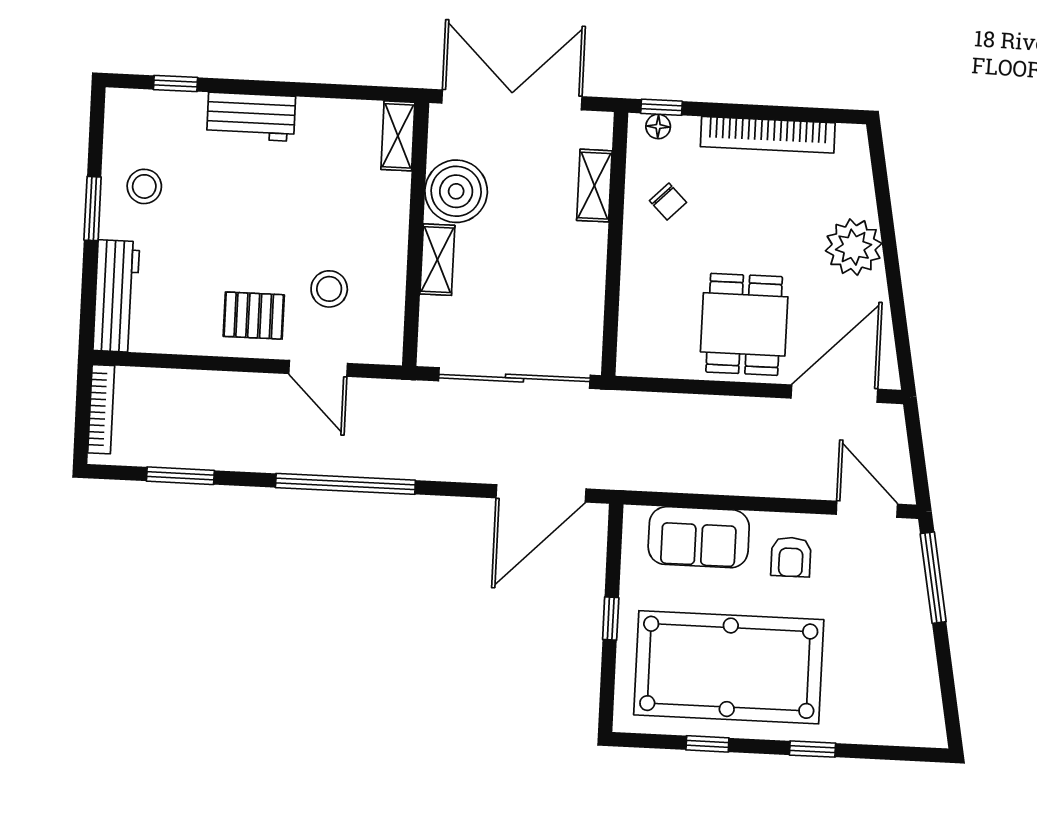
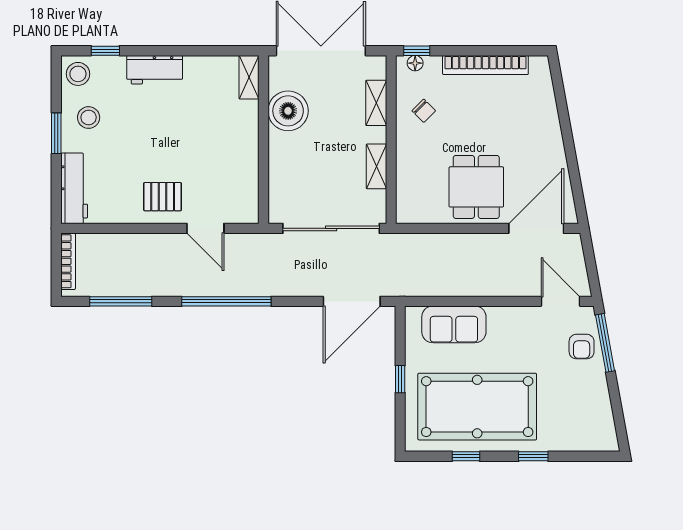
plant: (854, 247) -> (544, 134), removed
shelving: (437, 260) -> (376, 166), moved
stool: (329, 289) -> (78, 74), moved
window: (180, 476) -> (121, 301), width x1.44
armchair: (791, 557) -> (582, 347), moved

